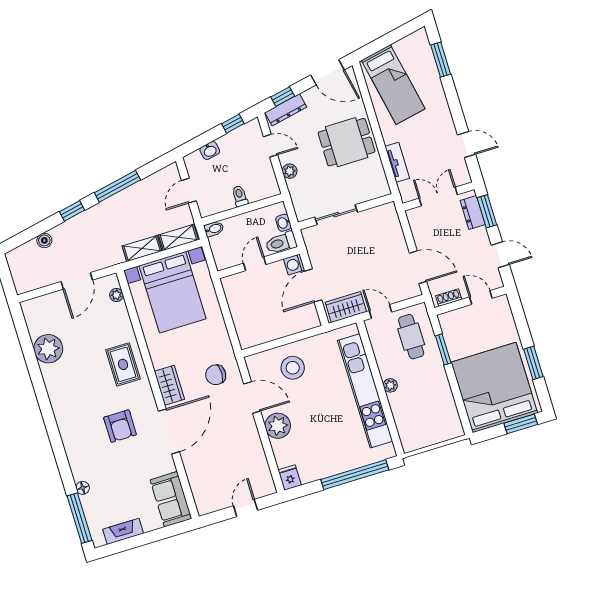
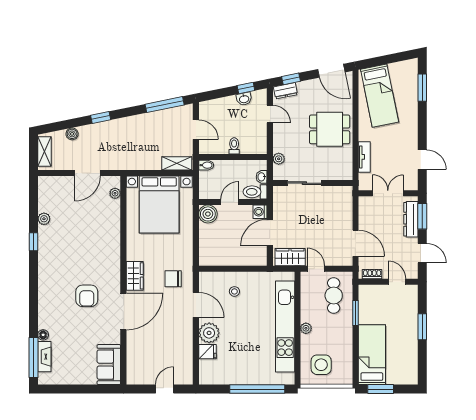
dresser: (286, 110) -> (285, 91), width x0.70
washbasin: (210, 150) -> (244, 99), moved
plant: (290, 171) -> (279, 159), moved
window: (117, 186) -> (165, 105), moved
door: (189, 191) -> (196, 130), swing flipped
dresser: (473, 213) -> (411, 219), width x1.44
shelving: (142, 249) -> (44, 152), moved, turned 90
boiler: (233, 286) -> (208, 214), added
plant: (48, 349) -> (44, 219), width x0.53, depth x0.53
window: (533, 363) -> (422, 327), moved
rug: (123, 364) -> (104, 249), removed
stool: (293, 368) -> (234, 291), width x0.53, depth x0.53
window: (38, 382) -> (33, 242), added
bed: (494, 388) -> (372, 355), width x0.49
side table: (421, 423) -> (321, 365), added
window: (521, 424) -> (381, 389), moved
fridge: (290, 478) -> (207, 352), moved, turned 90
fireplace: (123, 531) -> (44, 357), moved, turned 90

